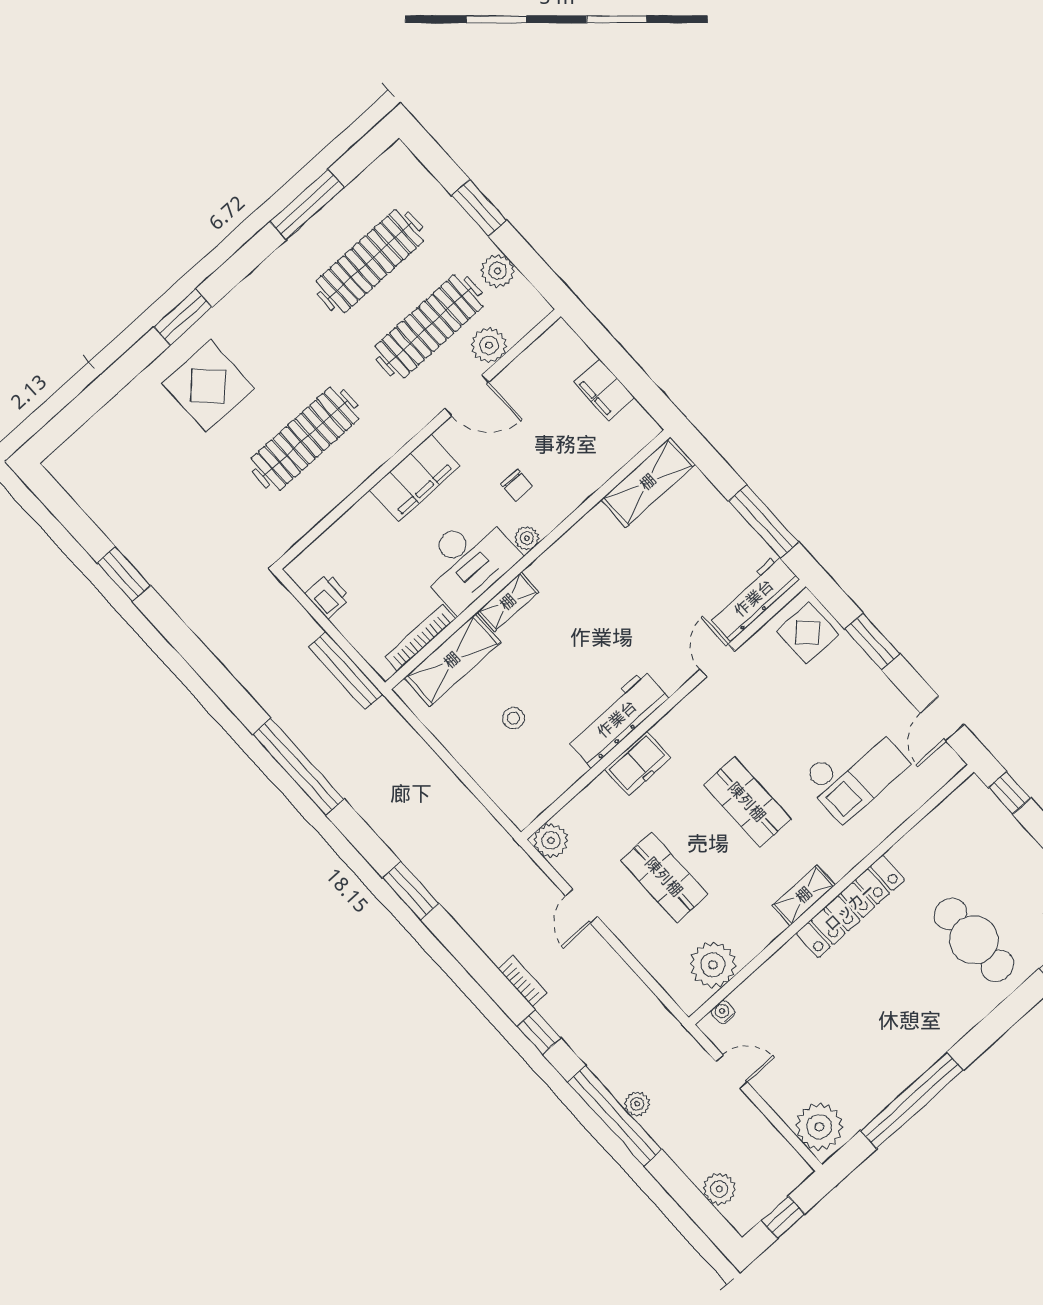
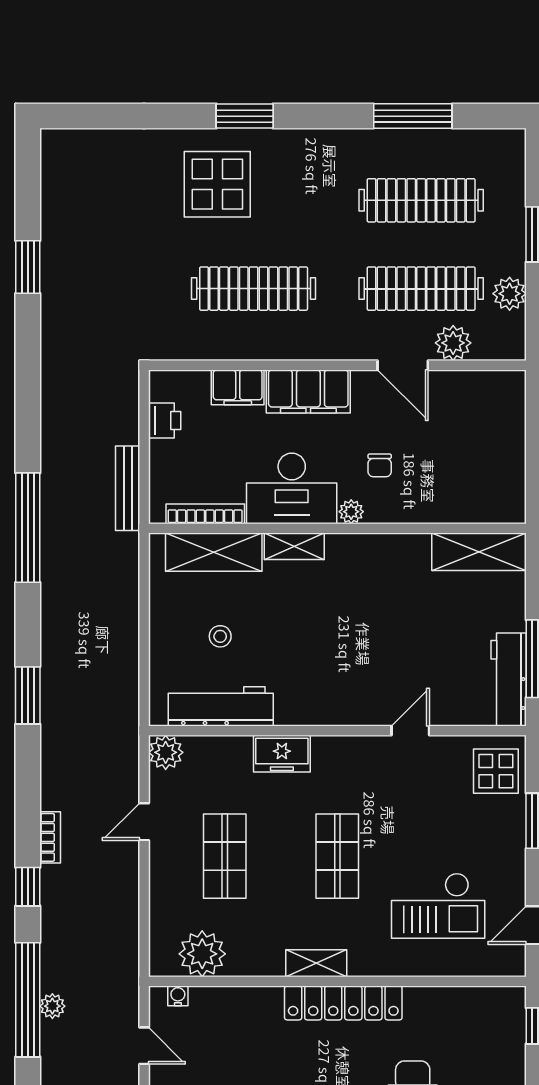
filing cabinet: (604, 390) -> (238, 387), moved, turned -90
workbench: (754, 598) -> (509, 680), moved, turned -90
workbench: (617, 719) -> (221, 706), moved

